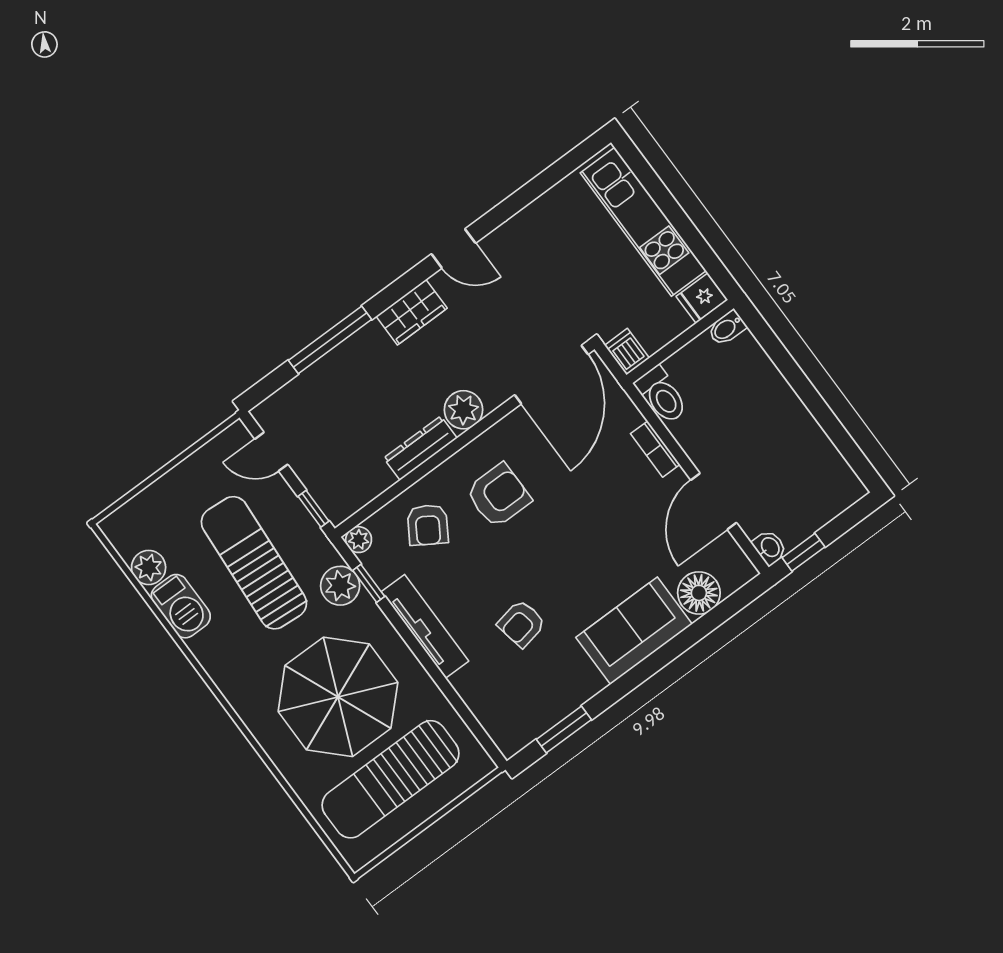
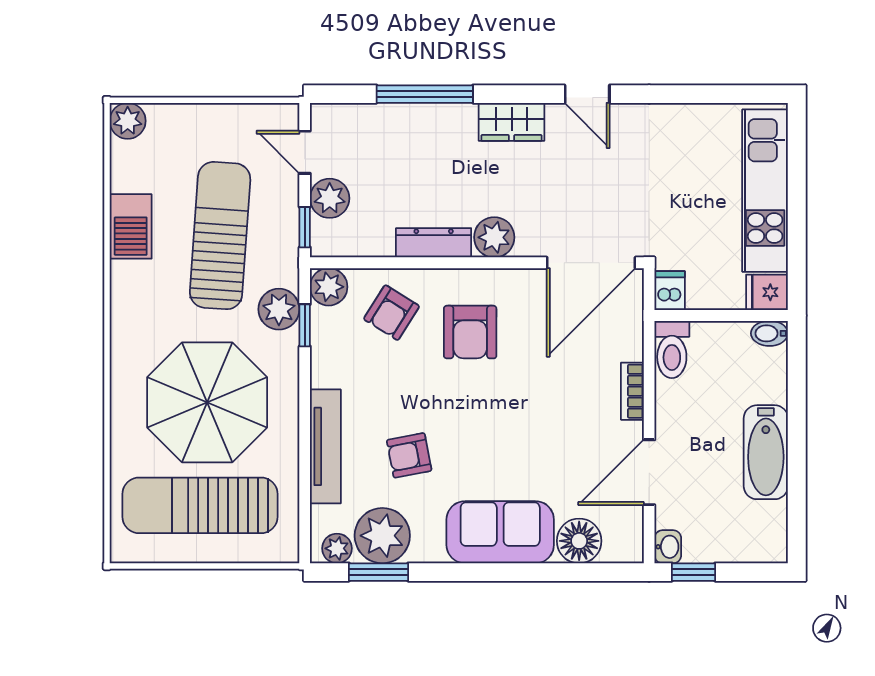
bathtub: (791, 420) -> (766, 452), added
plant: (316, 473) -> (330, 198), added
armchair: (498, 495) -> (470, 332), turned 90
plant: (359, 540) -> (329, 287), width x1.38, depth x1.38
plant: (149, 567) -> (128, 121), moved
tv unit: (425, 626) -> (325, 446), moved
plant: (546, 700) -> (382, 536), added
plant: (519, 735) -> (337, 548), added

